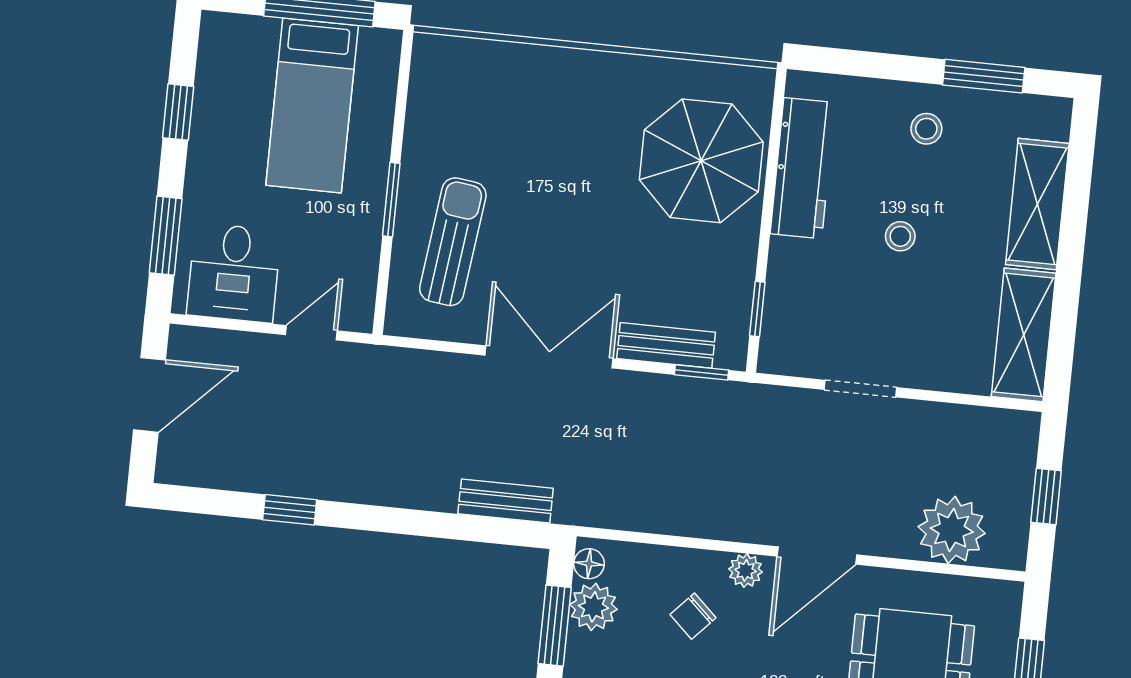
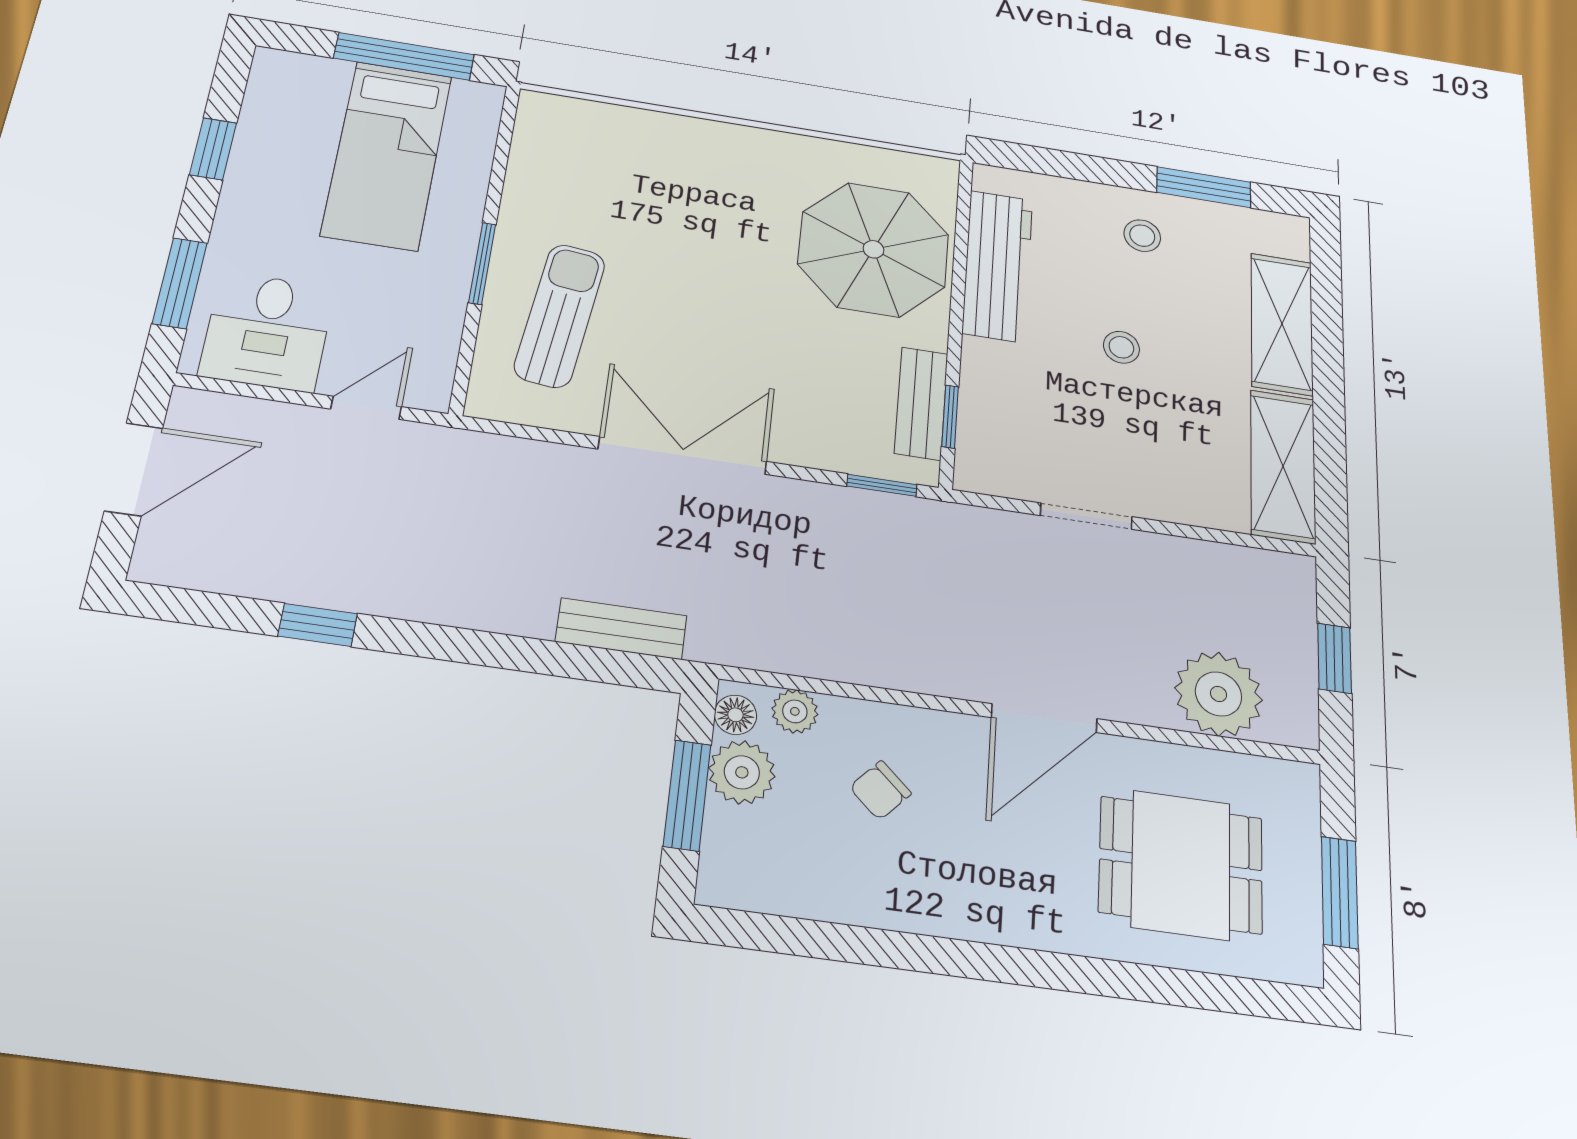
bench: (666, 345) -> (921, 403), moved, turned 90
plant: (745, 571) -> (795, 711), moved

